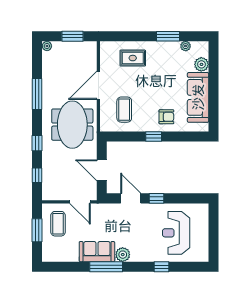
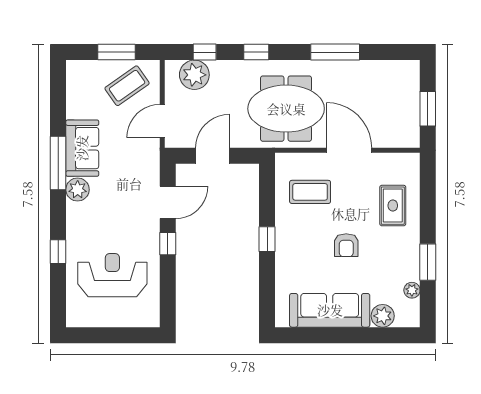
plant: (47, 46) -> (194, 75), moved, width x1.87, depth x1.87
armchair: (166, 117) -> (346, 245), moved
coffee table: (58, 224) -> (127, 86), turned -35

